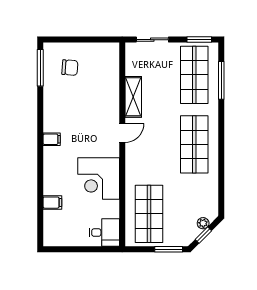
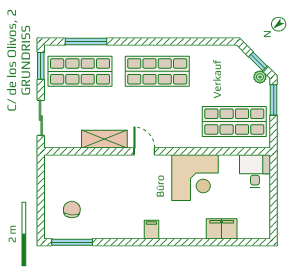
filing cabinet: (52, 203) -> (222, 229), width x2.00
plant: (203, 223) -> (260, 77), moved

